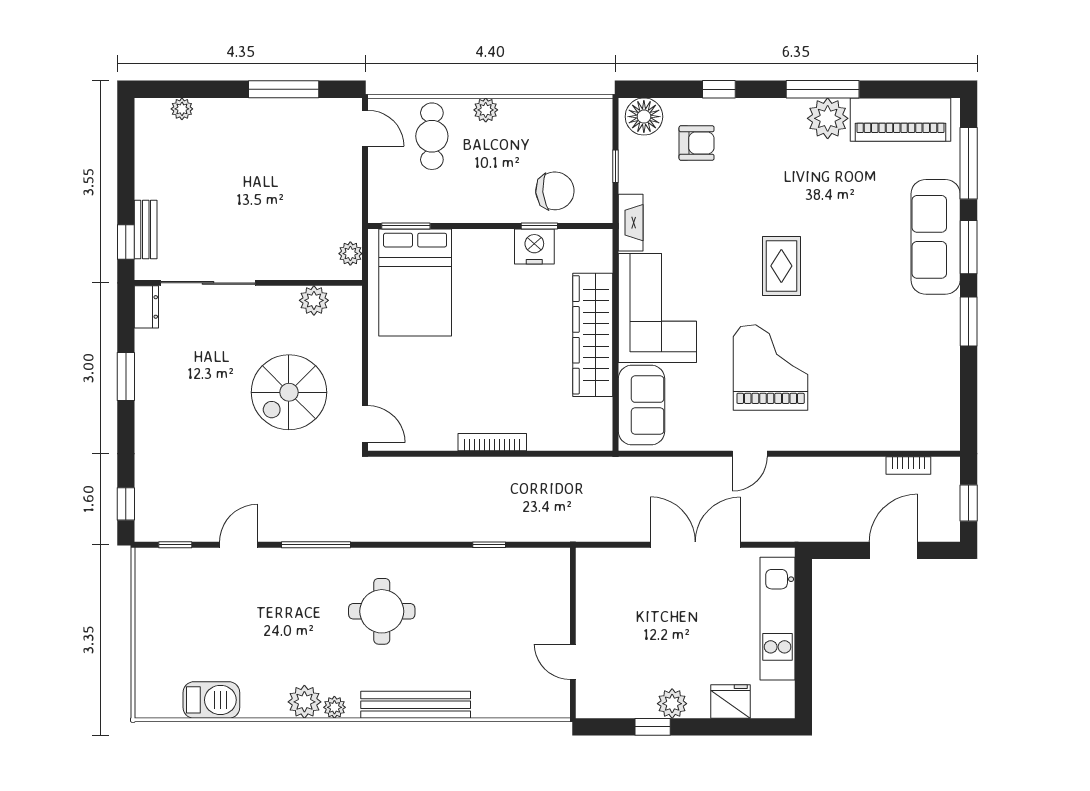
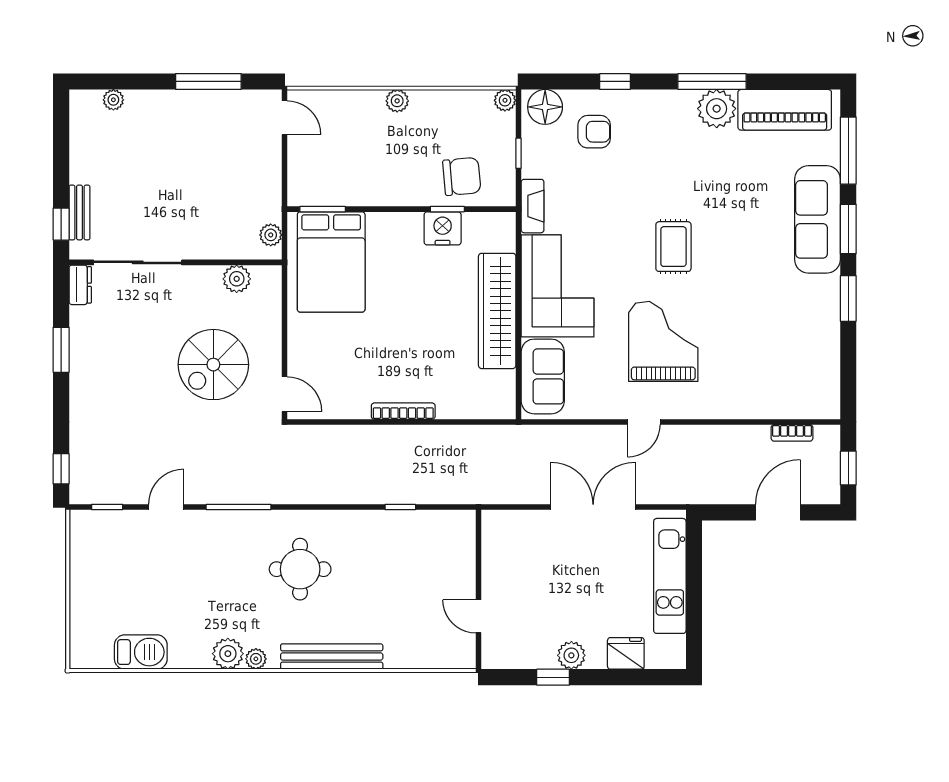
plant: (601, 109) -> (505, 100), added
cafe table: (432, 136) -> (347, 125), removed

